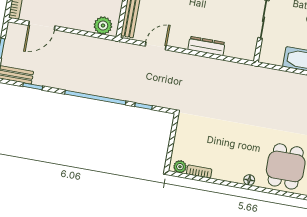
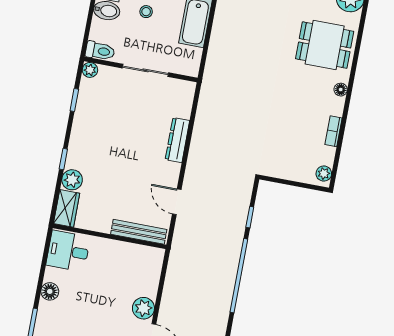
plant: (103, 26) -> (143, 308), moved
bookcase: (199, 172) -> (333, 131), moved

